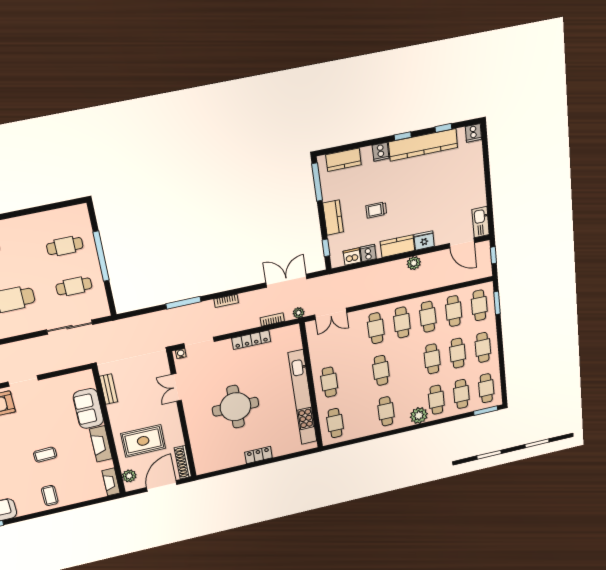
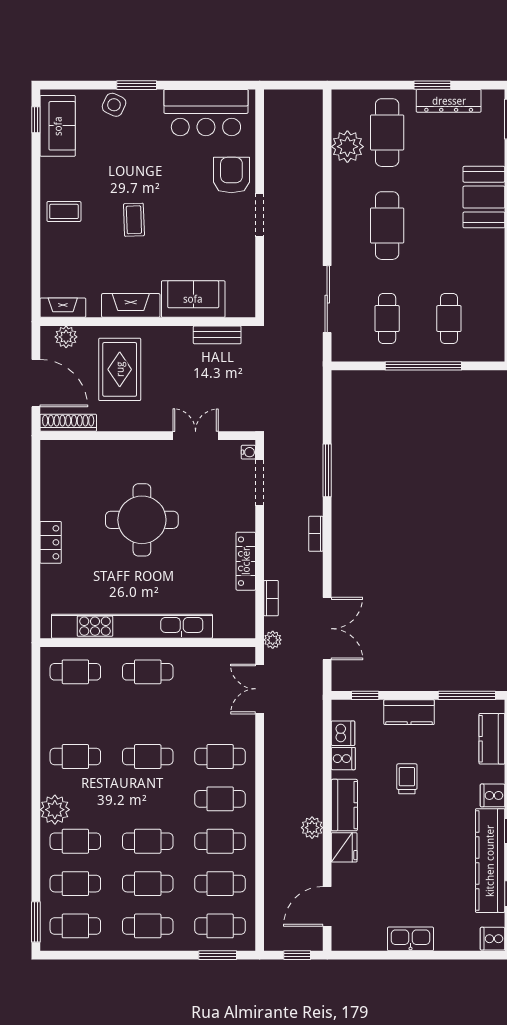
kitchen sink: (481, 222) -> (410, 939), moved

